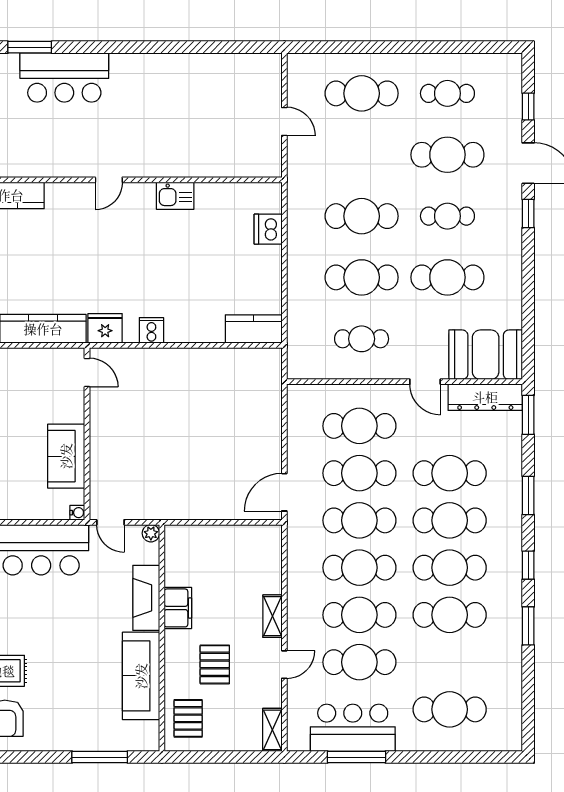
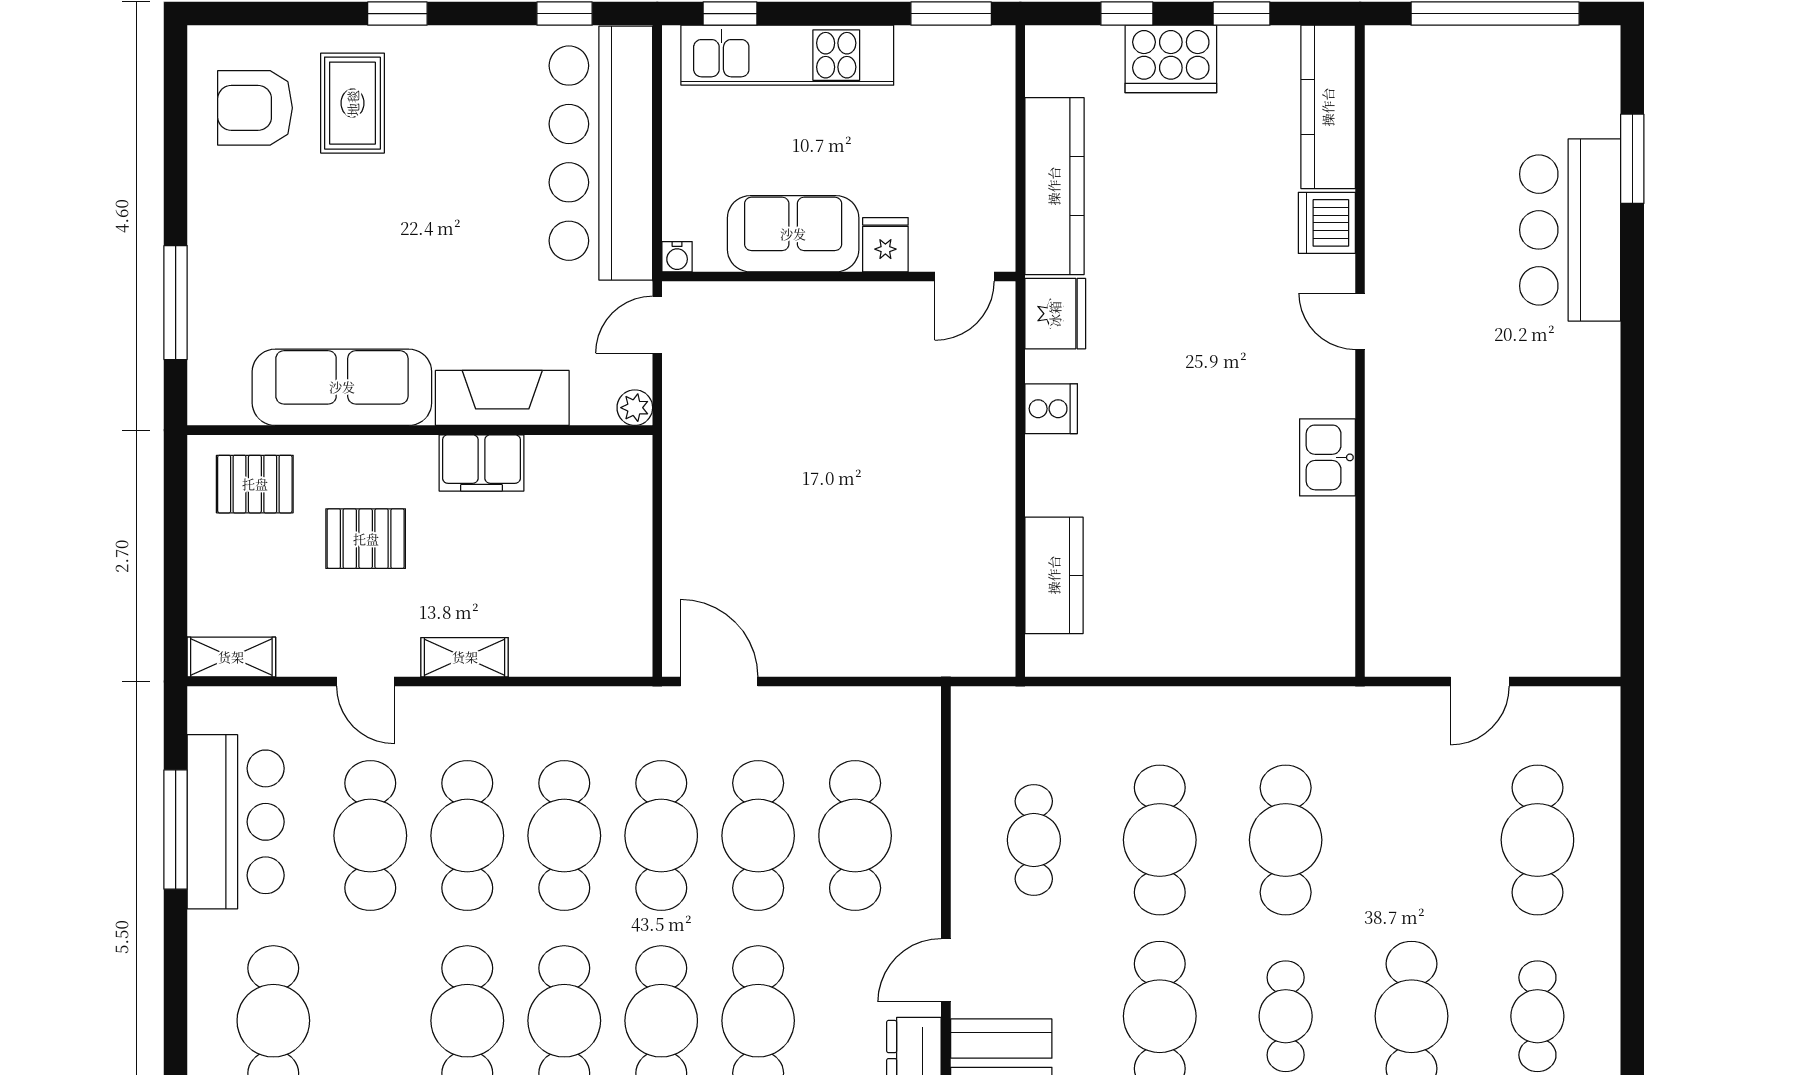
dishwasher: (268, 229) -> (1327, 223), moved, turned -90
kitchen counter: (254, 329) -> (1054, 575), moved
fridge: (72, 411) -> (885, 245), added

